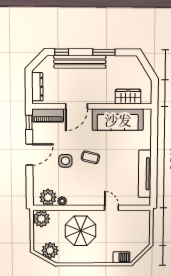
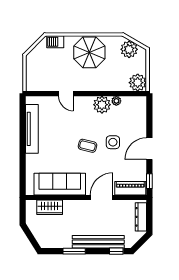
plant: (48, 197) -> (102, 105), moved
parasol: (81, 231) -> (89, 52), moved

